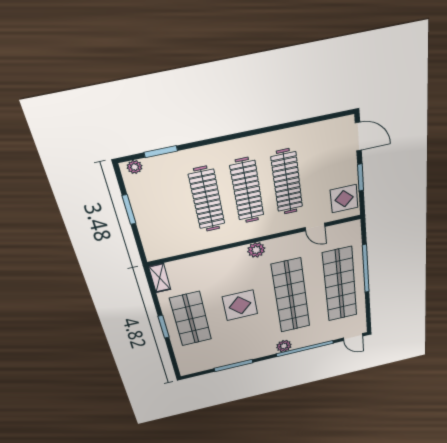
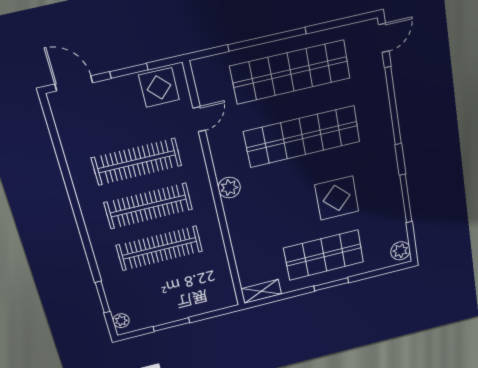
door: (358, 137) -> (74, 83), hinge flipped
display table: (240, 305) -> (337, 198), moved
plant: (284, 346) -> (400, 251), moved

